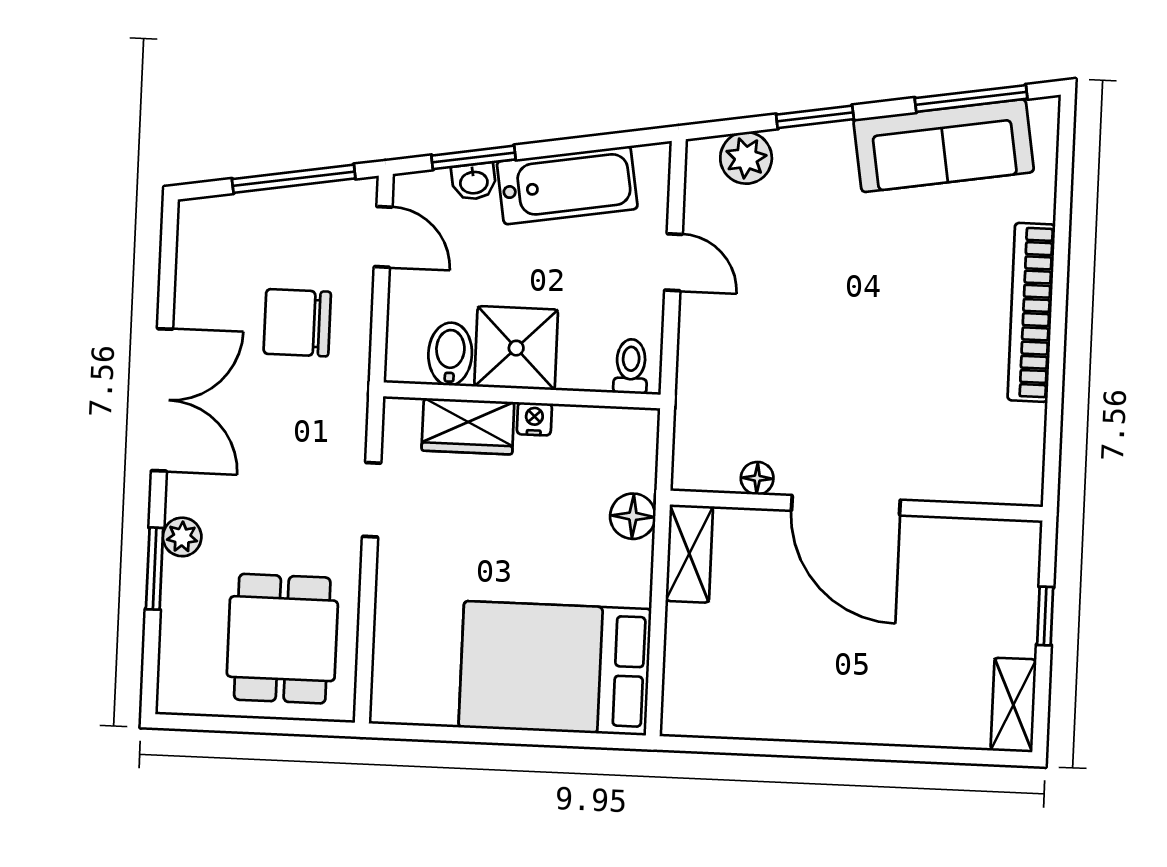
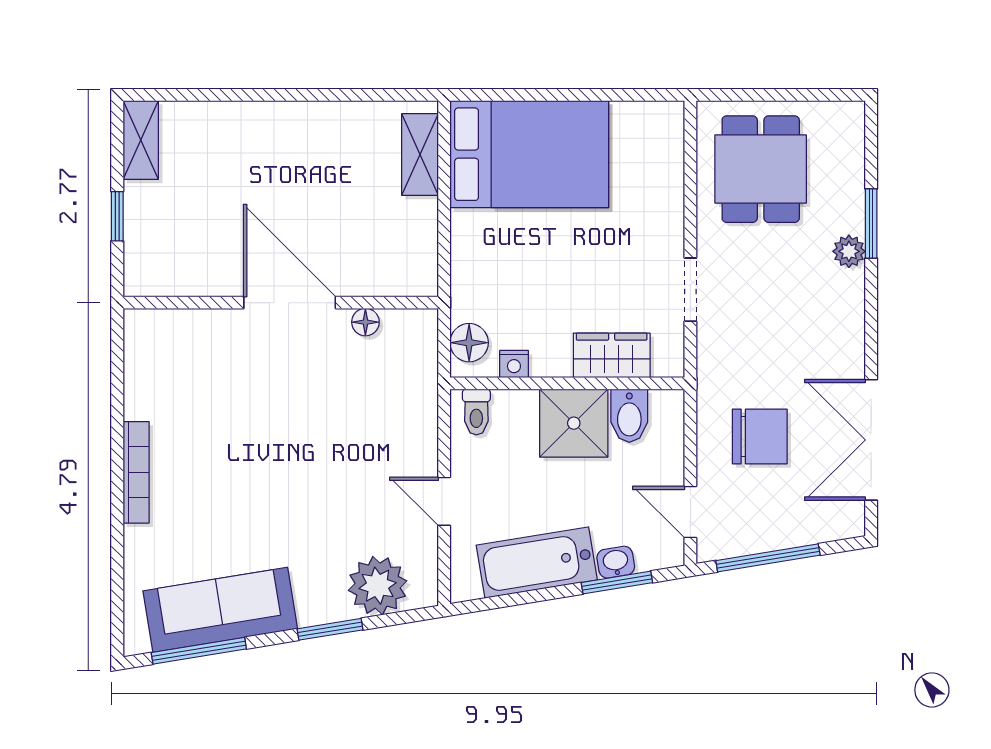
plant: (746, 158) -> (378, 586), width x1.36, depth x1.36
bookcase: (1031, 312) -> (136, 472), width x0.68, depth x0.76
double door: (162, 400) -> (871, 440), moved
nightstand: (534, 419) -> (514, 364), moved
floor lamp: (633, 516) -> (469, 343), moved
shelving: (689, 554) -> (420, 155), moved

